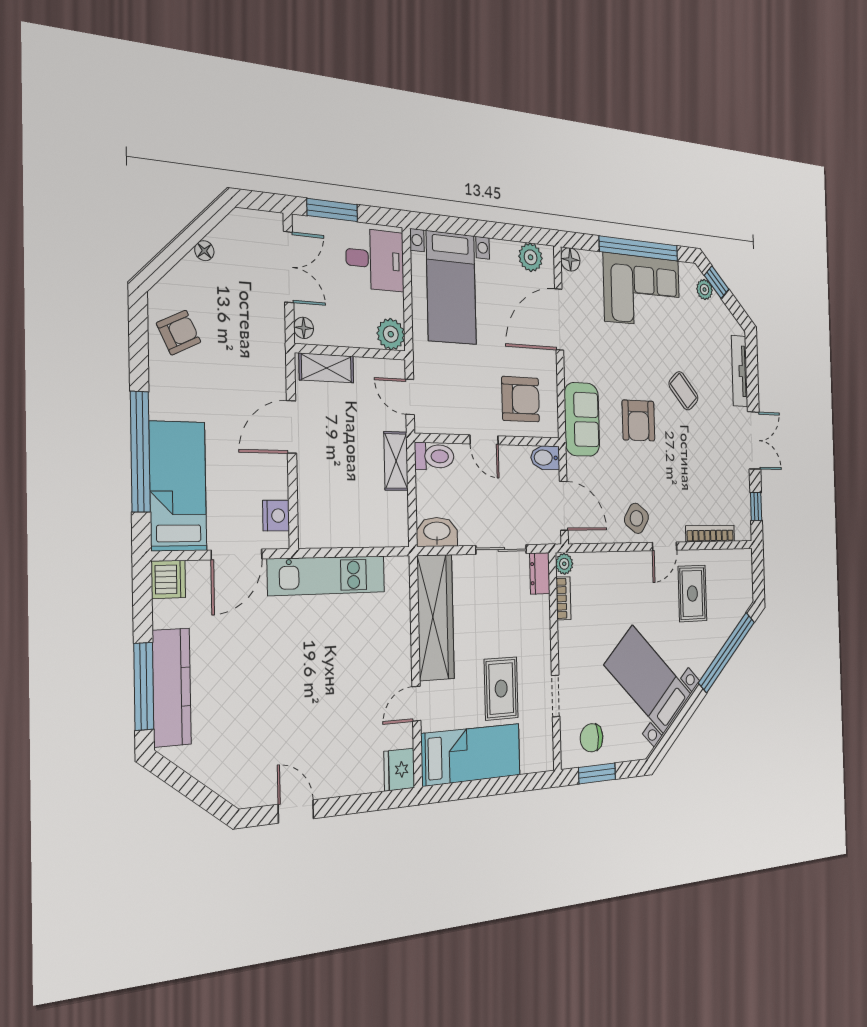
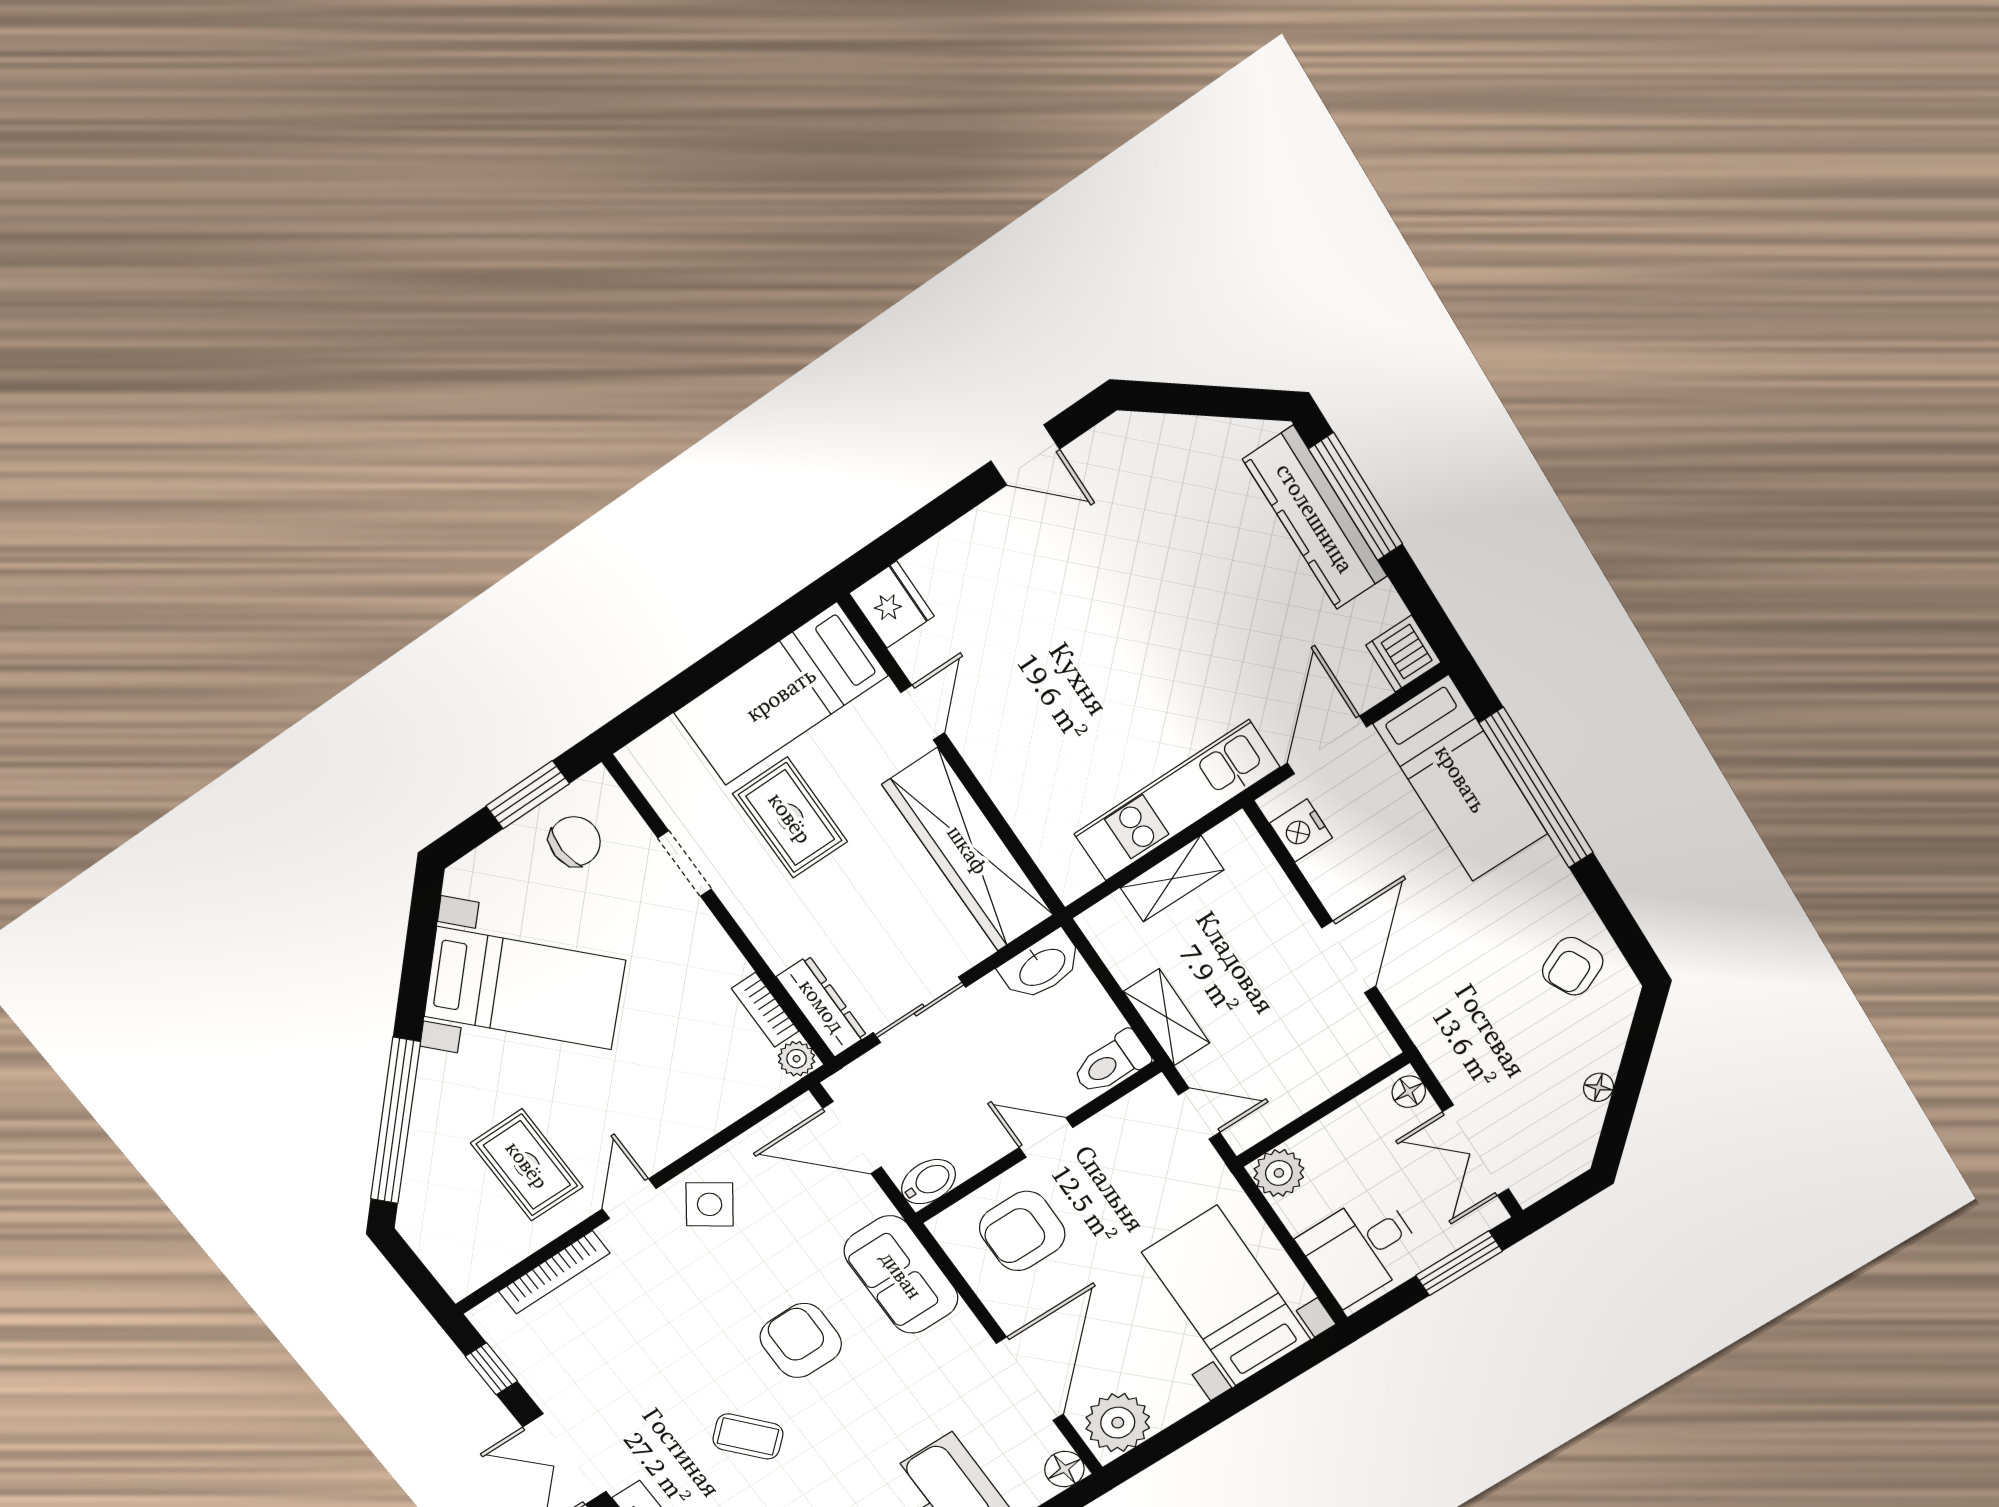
plant: (531, 257) -> (1118, 1423), width x1.36, depth x1.36
shelving: (326, 368) -> (1172, 879), moved
dresser: (540, 573) -> (822, 1006), width x1.44

